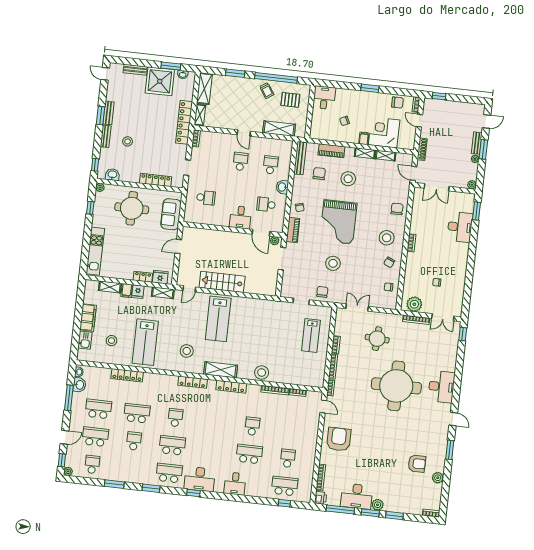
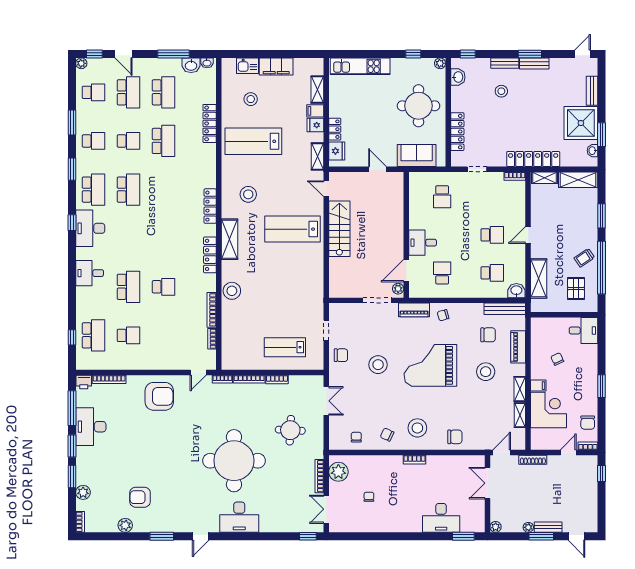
washbasin: (282, 187) -> (516, 291), moved
school desk: (175, 418) -> (93, 141), moved
armchair: (417, 464) -> (140, 497), turned 90
plant: (378, 505) -> (83, 492), moved

